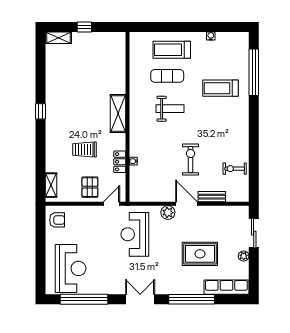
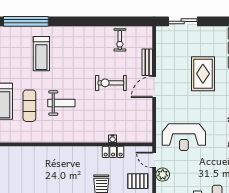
weight bench: (170, 109) -> (61, 103), turned 90
shelving: (118, 114) -> (66, 154), removed
plant: (168, 213) -> (163, 175), moved
plant: (244, 256) -> (205, 31), removed

